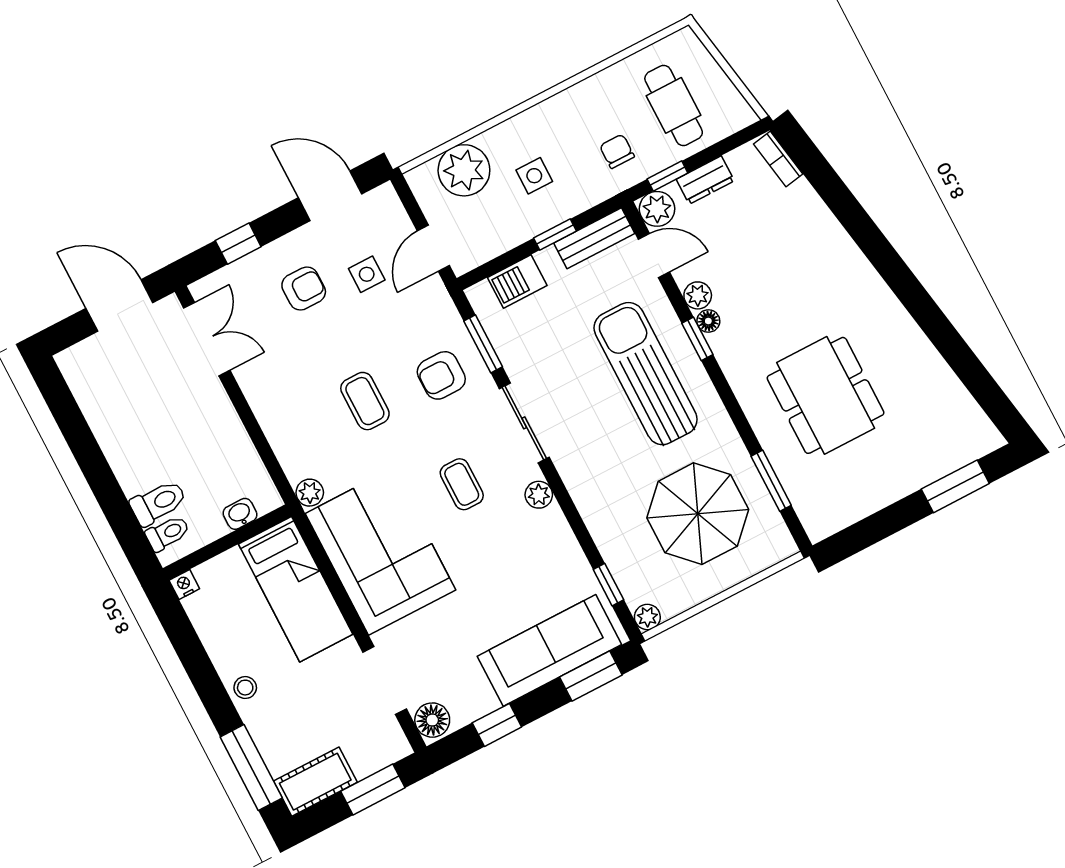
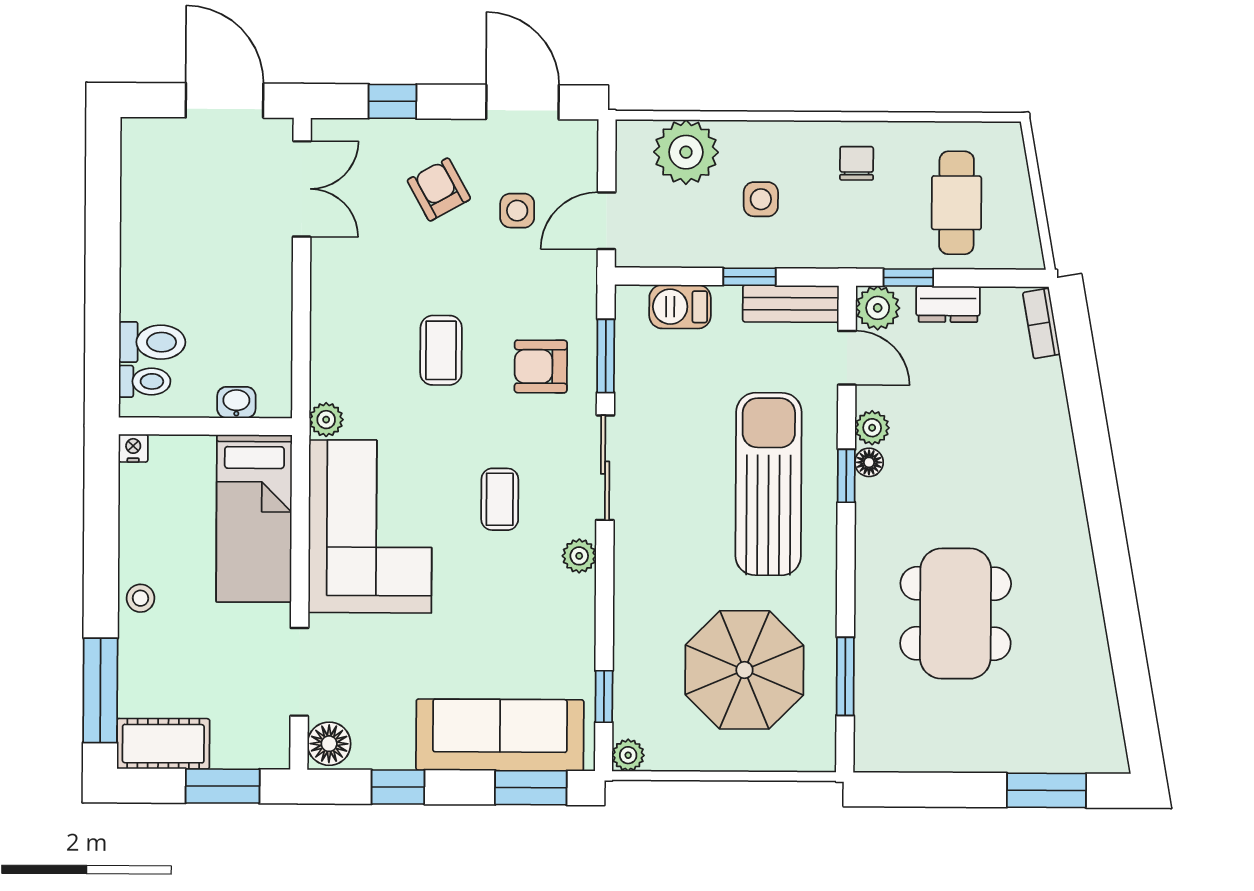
chair: (617, 151) -> (857, 163), moved
armchair: (304, 289) -> (439, 190), turned -119

